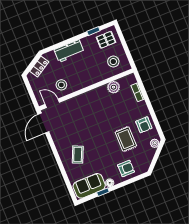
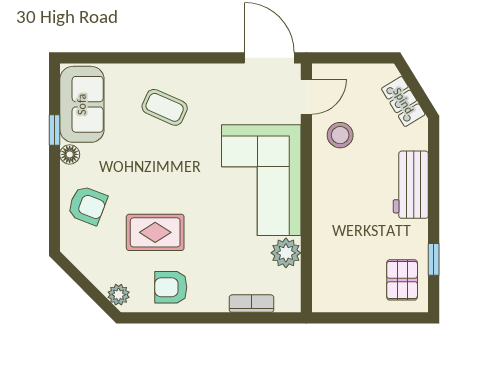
stool: (113, 62) -> (345, 277), removed
corner sofa: (90, 107) -> (261, 180), added
armchair: (126, 168) -> (87, 205), turned -69

